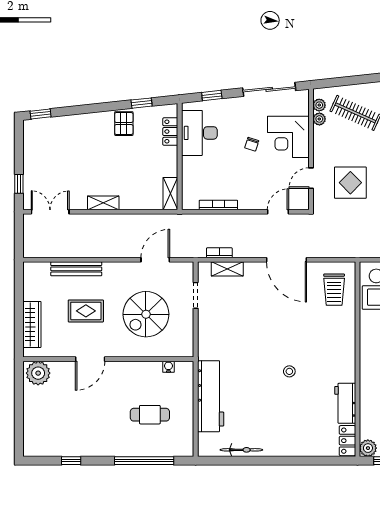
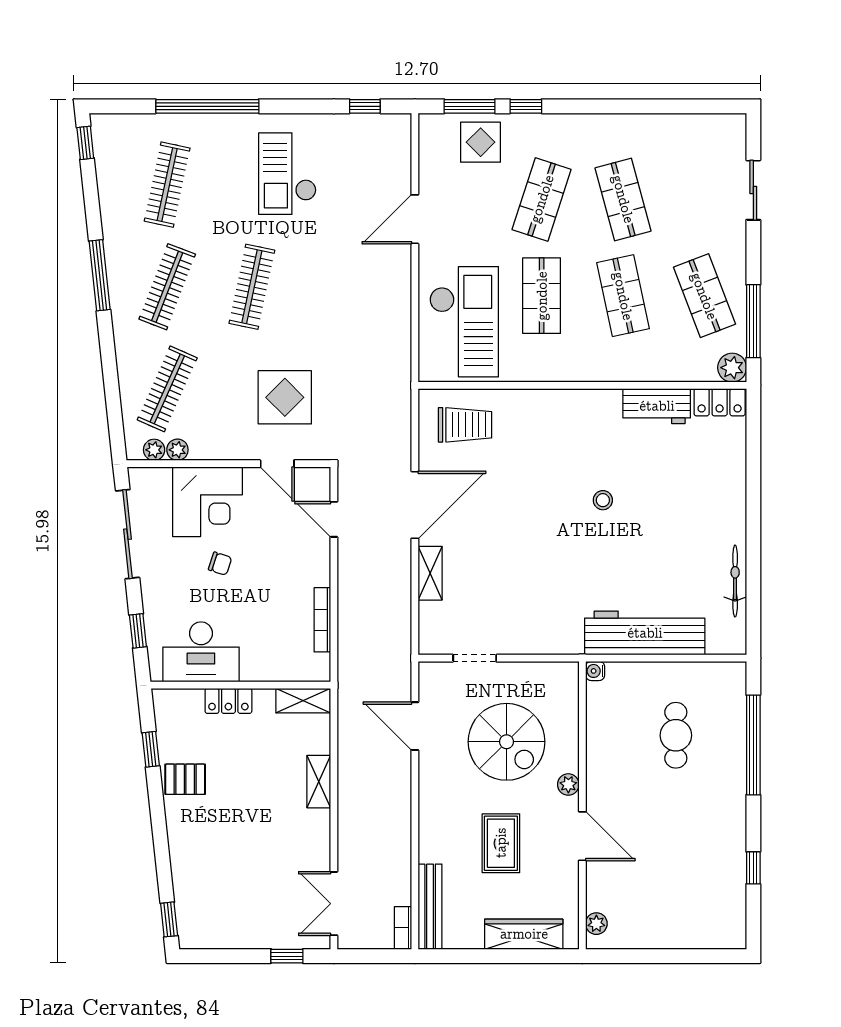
locker: (170, 132) -> (228, 701), moved
shelving: (103, 203) -> (319, 782), moved
bookcase: (219, 253) -> (403, 928), moved
bench: (76, 269) -> (430, 907), moved
shelving: (227, 269) -> (430, 573), moved
plant: (121, 351) -> (568, 784), added
water cooler: (168, 367) -> (595, 671), moved
plant: (38, 373) -> (596, 924), width x0.53, depth x0.53

